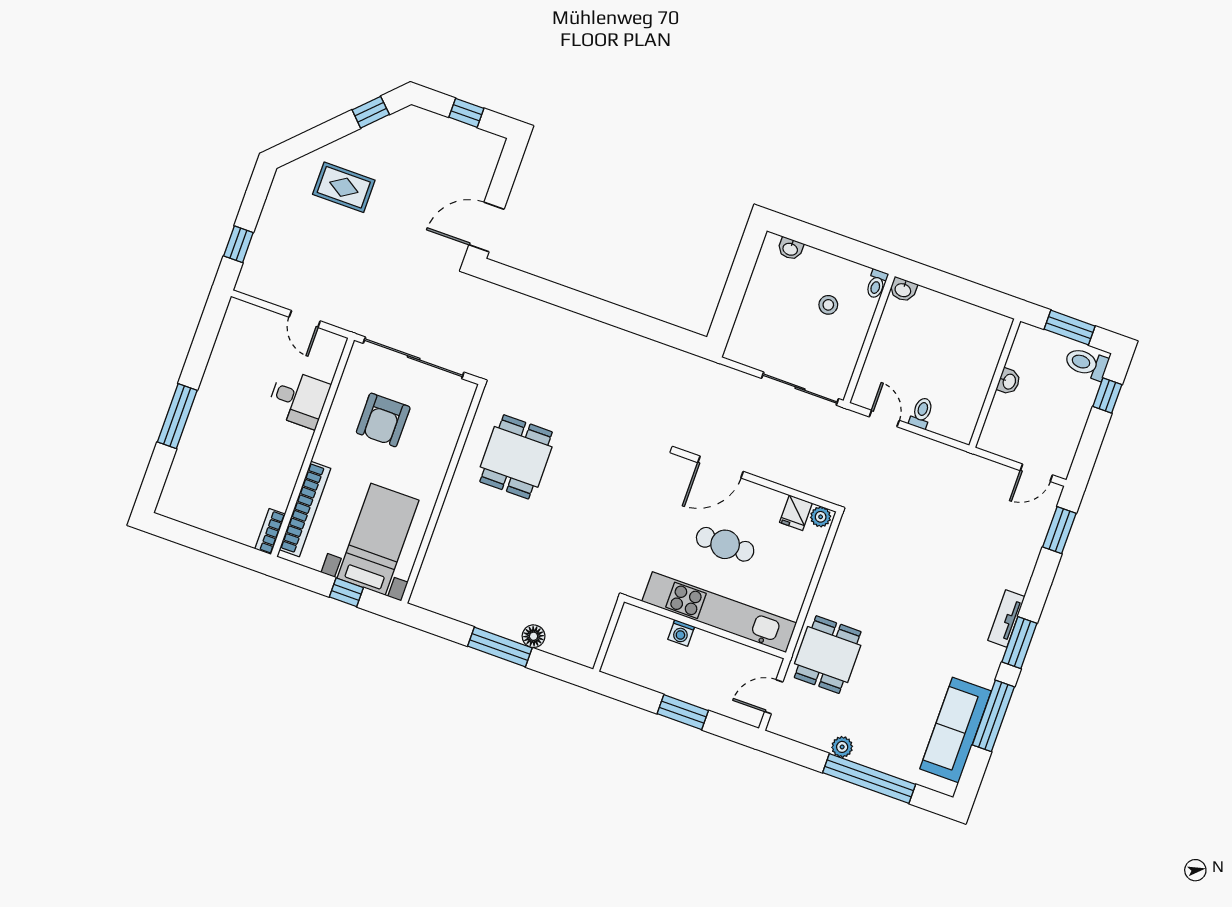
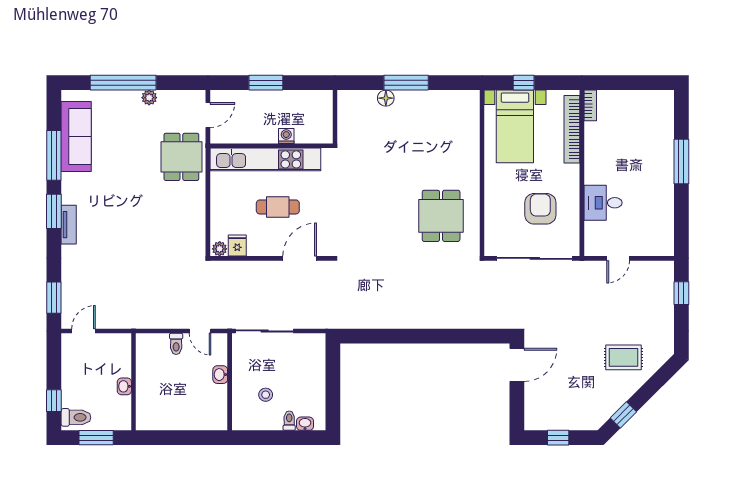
toilet: (877, 284) -> (289, 421), moved
washbasin: (903, 290) -> (220, 375), moved, turned -90
door: (305, 319) -> (618, 258), swing flipped

